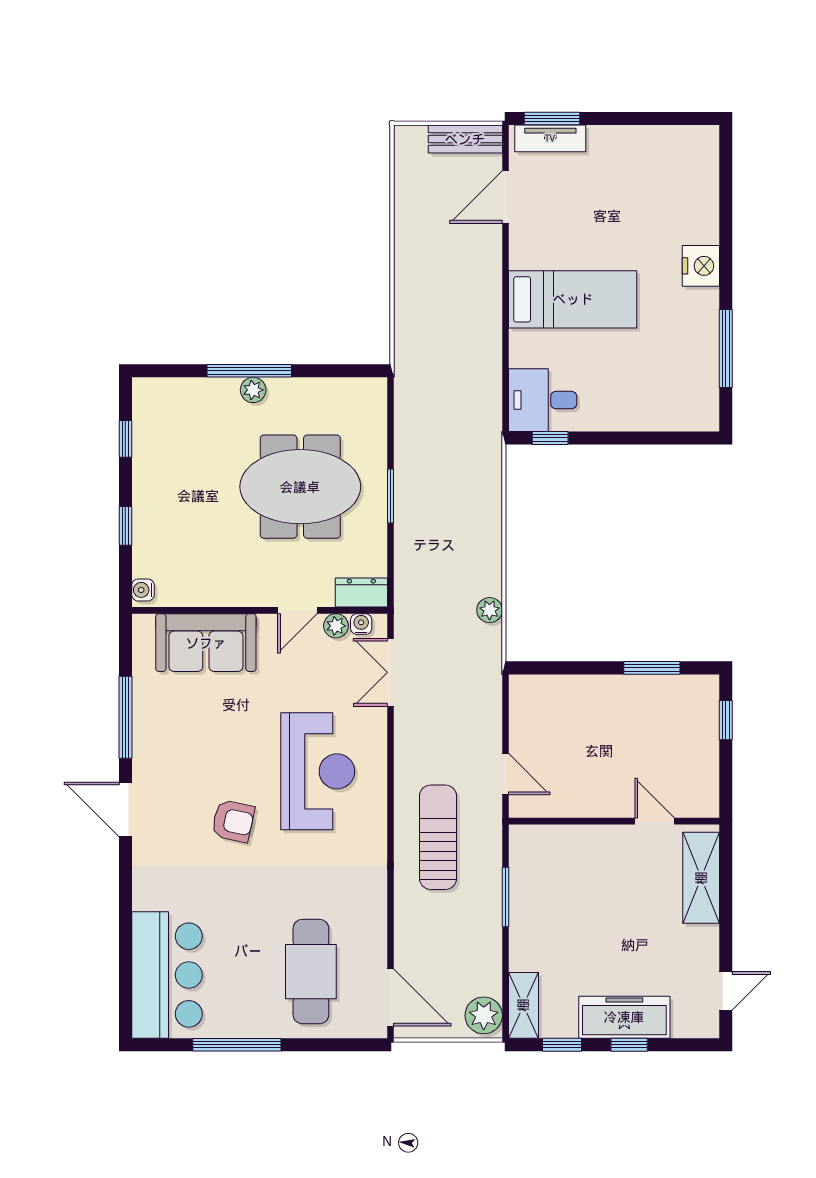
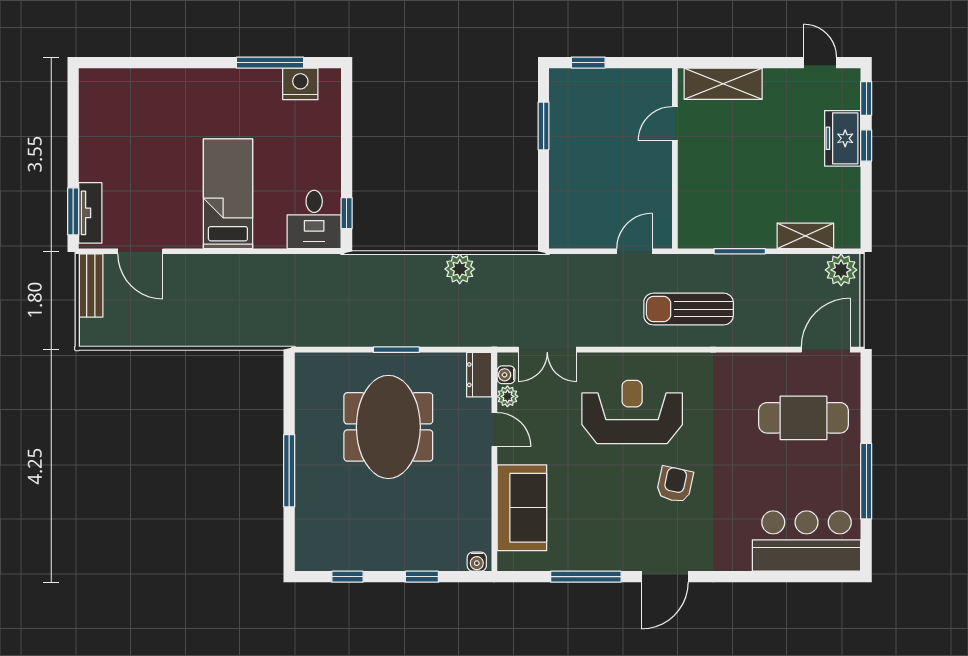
nightstand: (701, 266) -> (300, 84), moved
plant: (253, 390) -> (306, 467), removed
plant: (490, 610) -> (460, 269), moved, width x1.38, depth x1.38
shelving: (523, 1005) -> (805, 236), moved
freezer: (624, 1017) -> (843, 138), width x0.71
window: (562, 1045) -> (866, 98), moved

